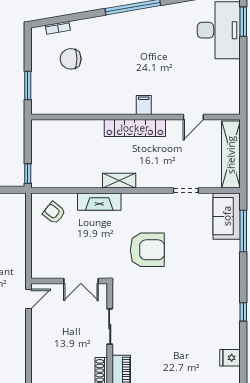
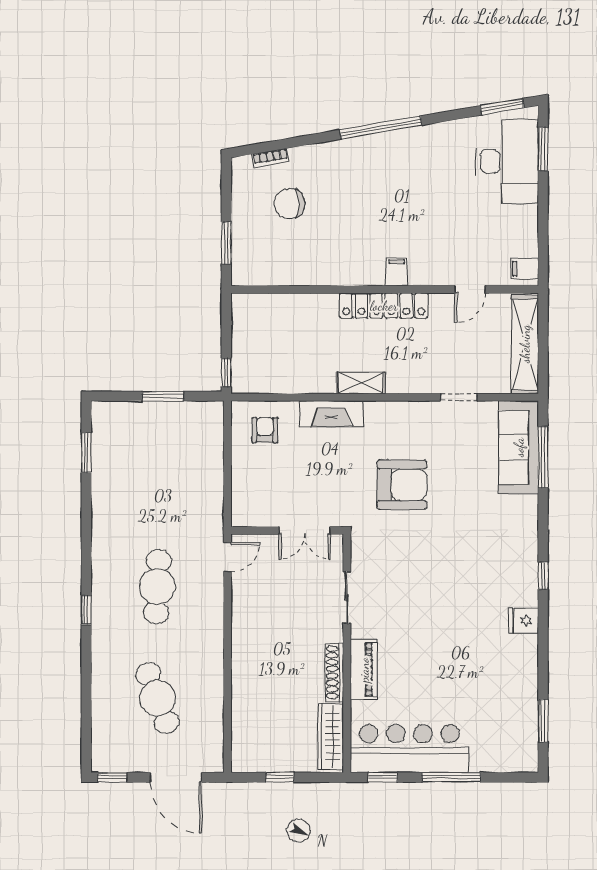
filing cabinet: (231, 103) -> (525, 269), added
armchair: (54, 213) -> (265, 430), turned 52
sofa: (227, 216) -> (519, 447), width x1.36
fridge: (230, 358) -> (524, 621), moved

